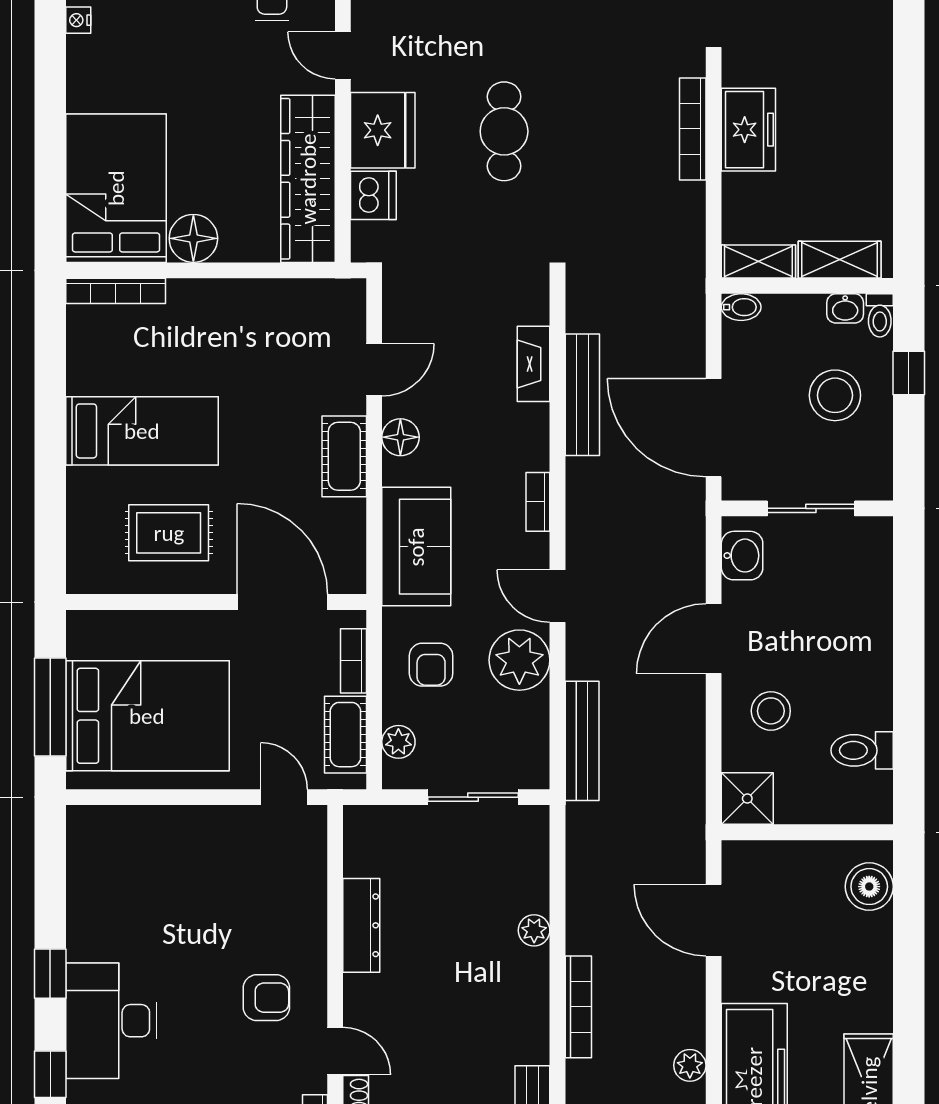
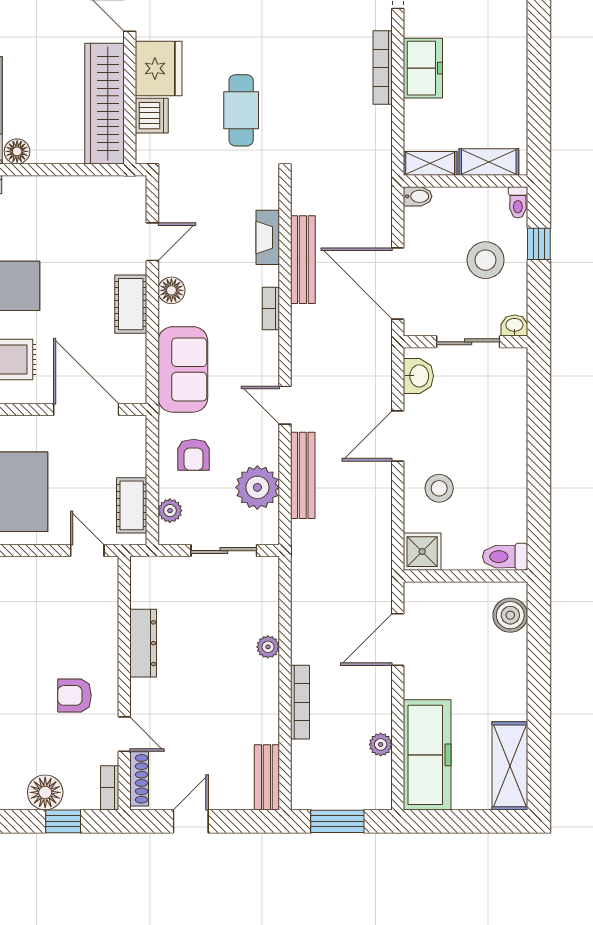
cafe table: (504, 131) -> (241, 110), moved
floor lamp: (193, 238) -> (17, 151), width x0.73, depth x0.73
washbasin: (845, 308) -> (514, 326), moved, turned 180
bookcase: (538, 502) -> (271, 309), moved
plant: (519, 660) -> (257, 487), moved
bookcase: (353, 661) -> (137, 452), removed
bench: (582, 741) -> (303, 475), moved
toilet: (862, 750) -> (505, 557), moved
door: (714, 920) -> (398, 639), hinge flipped
armchair: (266, 998) -> (75, 695), turned 180

